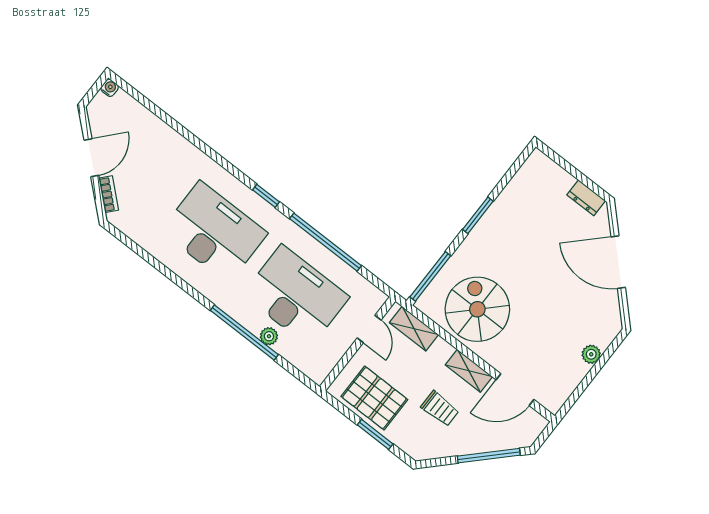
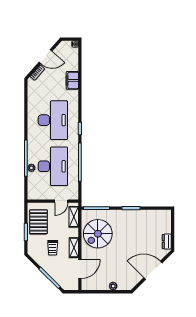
filing cabinet: (170, 143) -> (72, 80), added
door: (618, 262) -> (153, 270), hinge flipped
spiral stairs: (477, 309) -> (98, 234), turned 180
door: (515, 390) -> (80, 269), swing flipped

